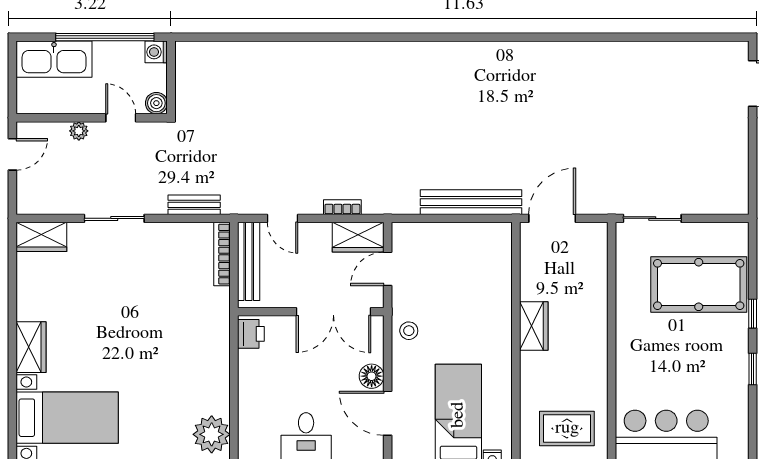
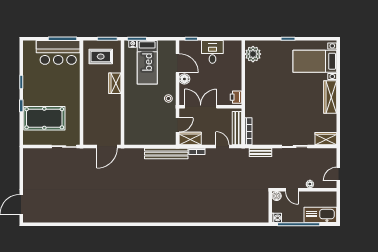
bench: (471, 202) -> (166, 154), moved
wardrobe: (534, 326) -> (115, 83), moved
wardrobe: (31, 347) -> (330, 97), width x1.50

